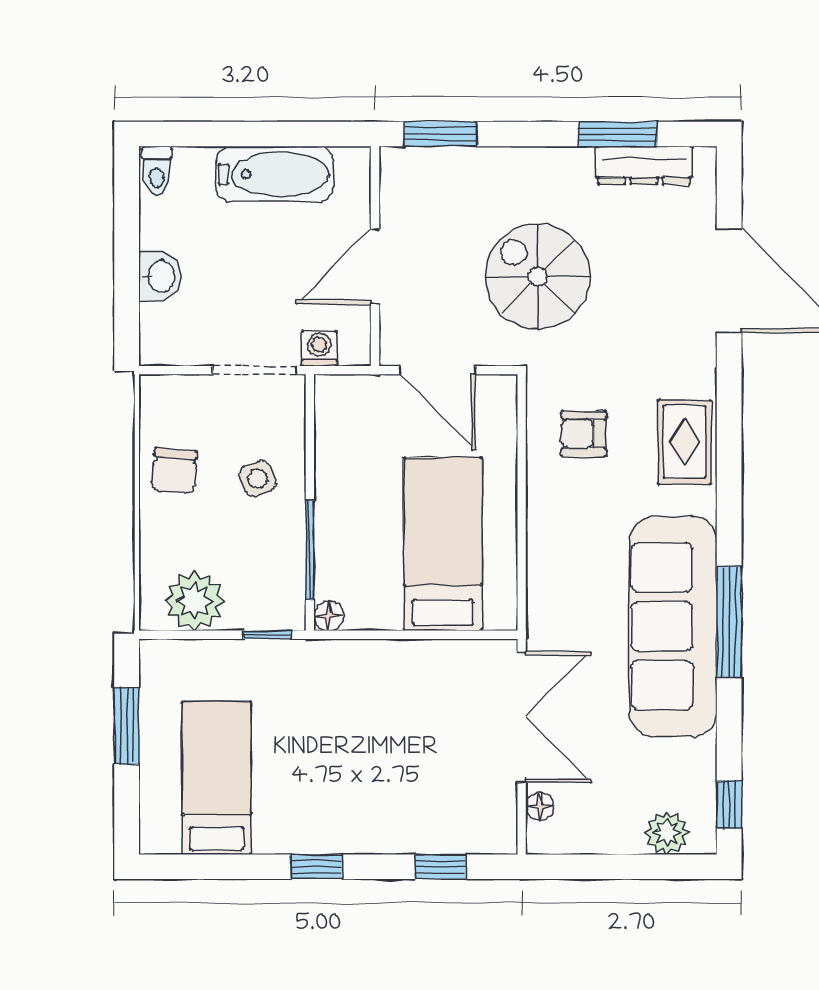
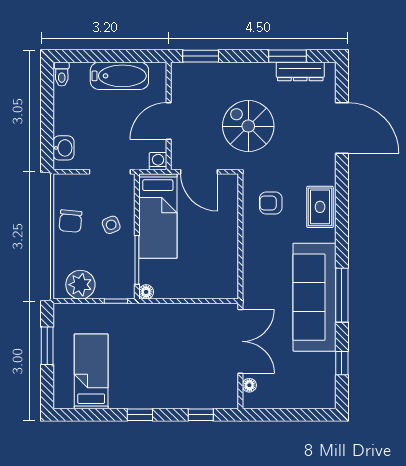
washbasin: (160, 276) -> (63, 148), moved
washing machine: (319, 348) -> (158, 161), moved
bed: (443, 544) -> (158, 216), moved, turned 180
window: (729, 805) -> (342, 363), moved
plant: (667, 833) -> (312, 398), removed

